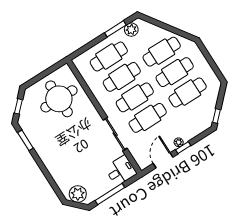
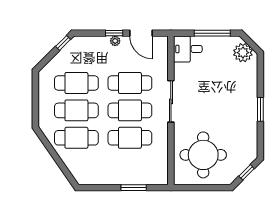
window: (115, 29) -> (134, 188), moved
plant: (131, 30) -> (92, 177), removed
cafe table: (109, 57) -> (130, 165), removed
sliding door: (115, 134) -> (171, 101), moved
window: (25, 140) -> (260, 109), moved
door: (163, 160) -> (141, 33), hinge flipped

